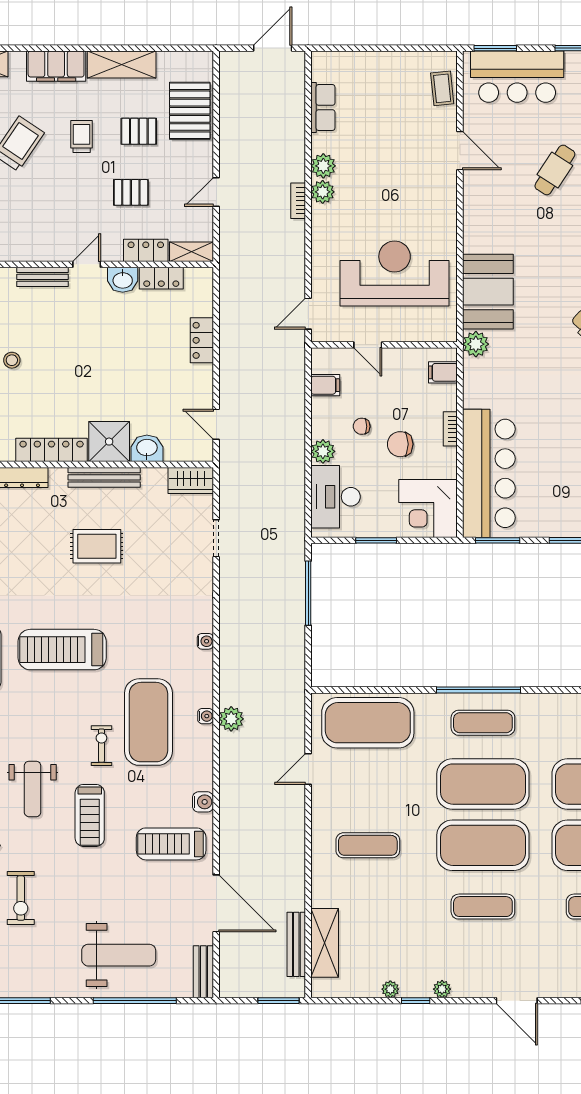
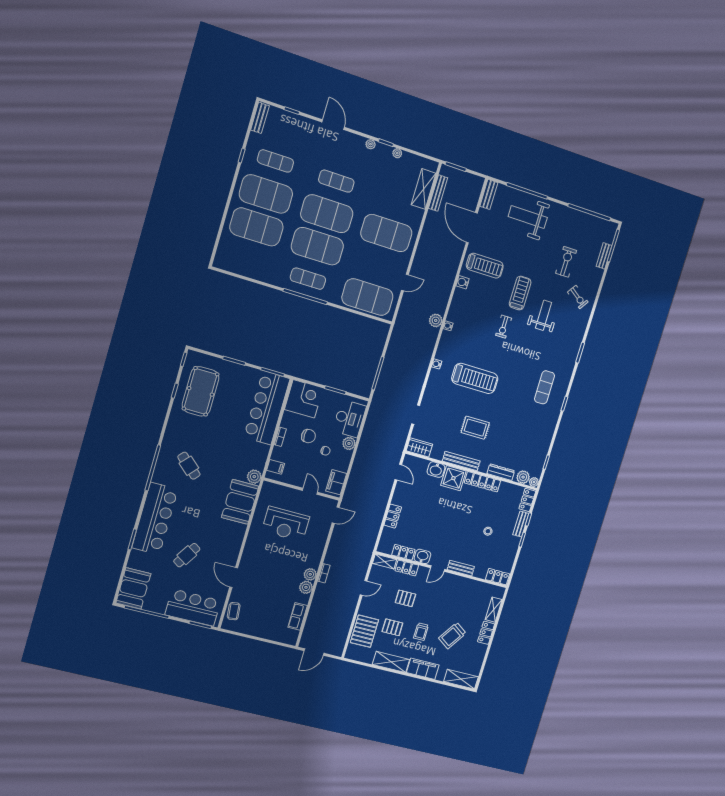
reception desk: (395, 273) -> (286, 524), width x0.74, depth x0.77
filing cabinet: (325, 385) -> (336, 482), width x2.00
treadmill: (62, 650) -> (475, 378), moved
exercise mat: (148, 722) -> (477, 331), removed
exercise mat: (368, 845) -> (386, 233), width x2.00, depth x1.45

